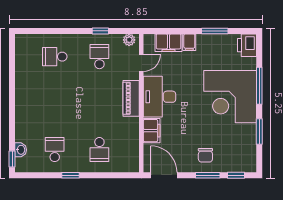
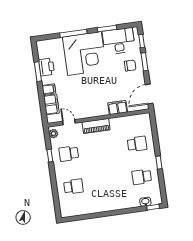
printer: (247, 45) -> (46, 67), moved, turned -90
school desk: (55, 57) -> (73, 186), turned -90
desk: (160, 97) -> (119, 41), moved, turned 180

